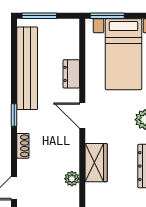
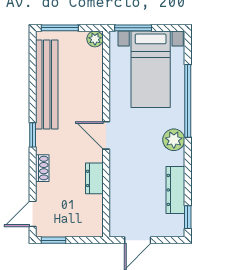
dresser: (71, 74) -> (94, 178), moved
wardrobe: (96, 163) -> (121, 186), removed
plant: (72, 179) -> (95, 39), moved

